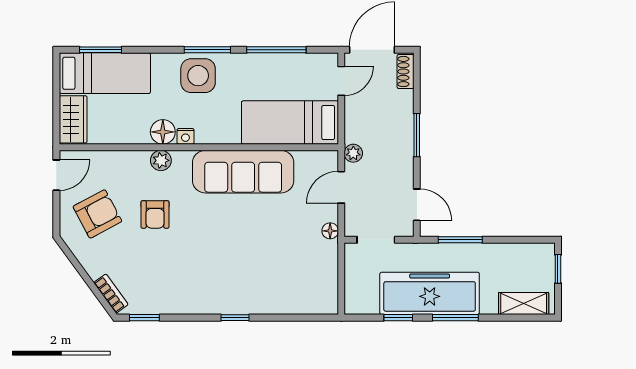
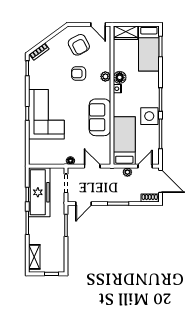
side table: (198, 76) -> (149, 116), moved
door: (341, 81) -> (145, 166), swing flipped
plant: (353, 153) -> (127, 172), moved
sofa: (243, 172) -> (100, 117), width x0.73
corner sofa: (237, 279) -> (46, 114), added
freezer: (430, 293) -> (39, 192), moved

